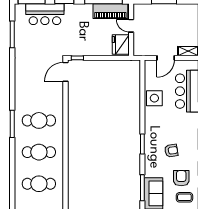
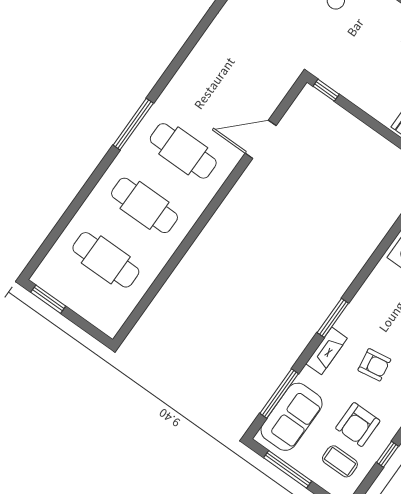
door: (66, 72) -> (261, 139), moved
fireplace: (149, 158) -> (327, 351), added
armchair: (181, 178) -> (358, 425), turned 180

